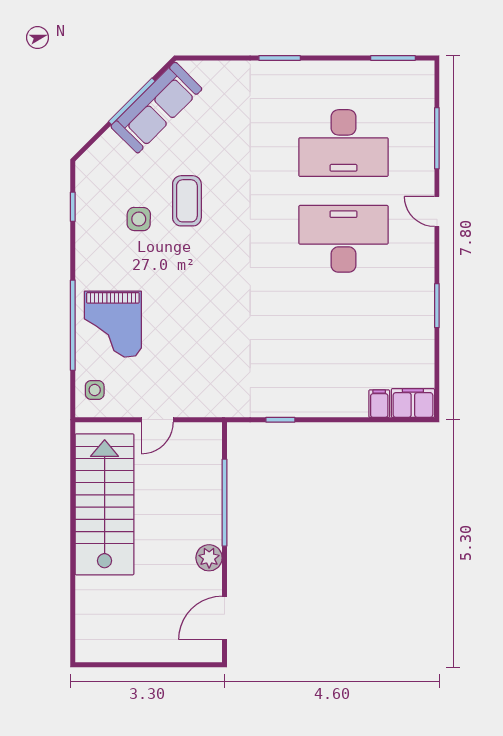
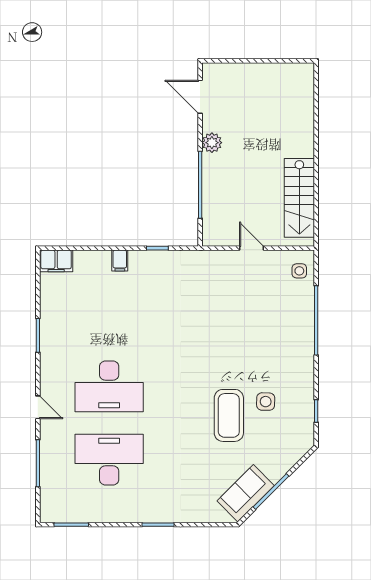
sofa: (156, 108) -> (246, 493), width x0.73
coffee table: (187, 201) -> (229, 415), width x1.36, depth x1.32
grand piano: (113, 324) -> (285, 321), removed
filing cabinet: (379, 404) -> (120, 261), moved
door: (157, 420) -> (251, 248), hinge flipped
stairs: (105, 504) -> (299, 198), width x0.73, depth x0.66
door: (224, 618) -> (200, 97), swing flipped

